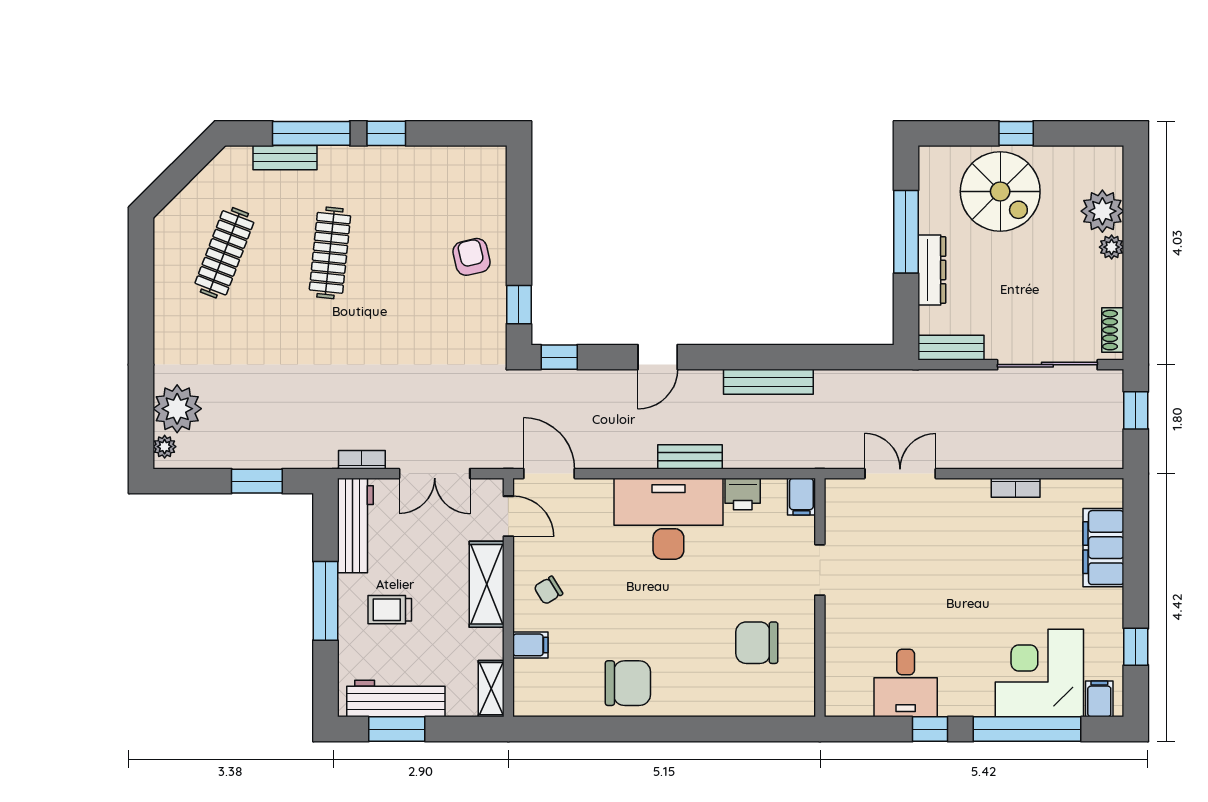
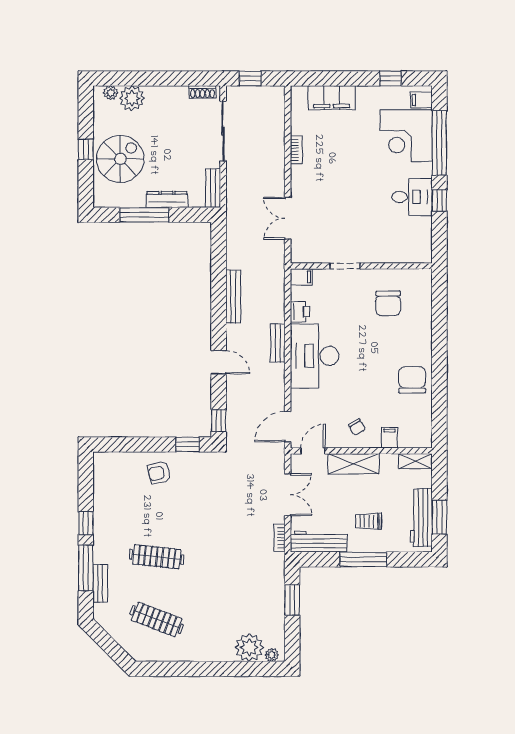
plant: (1112, 247) -> (111, 93), moved
trolley: (390, 610) -> (368, 521), turned 90
desk: (906, 683) -> (412, 197), moved

